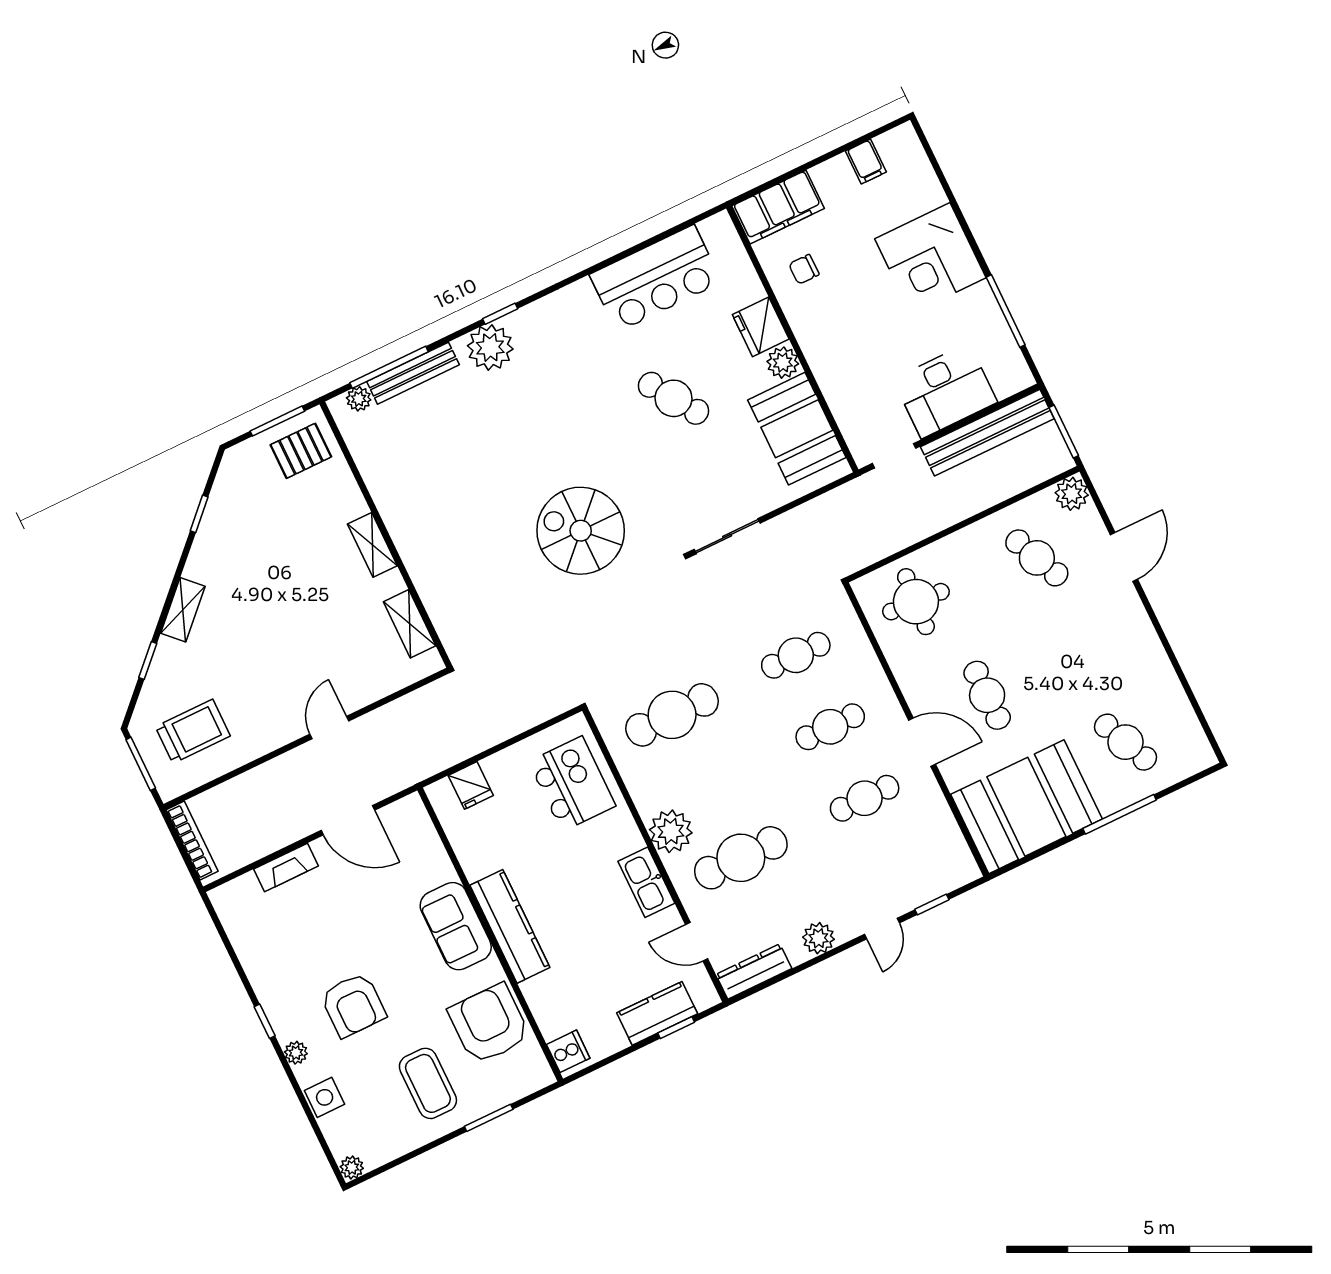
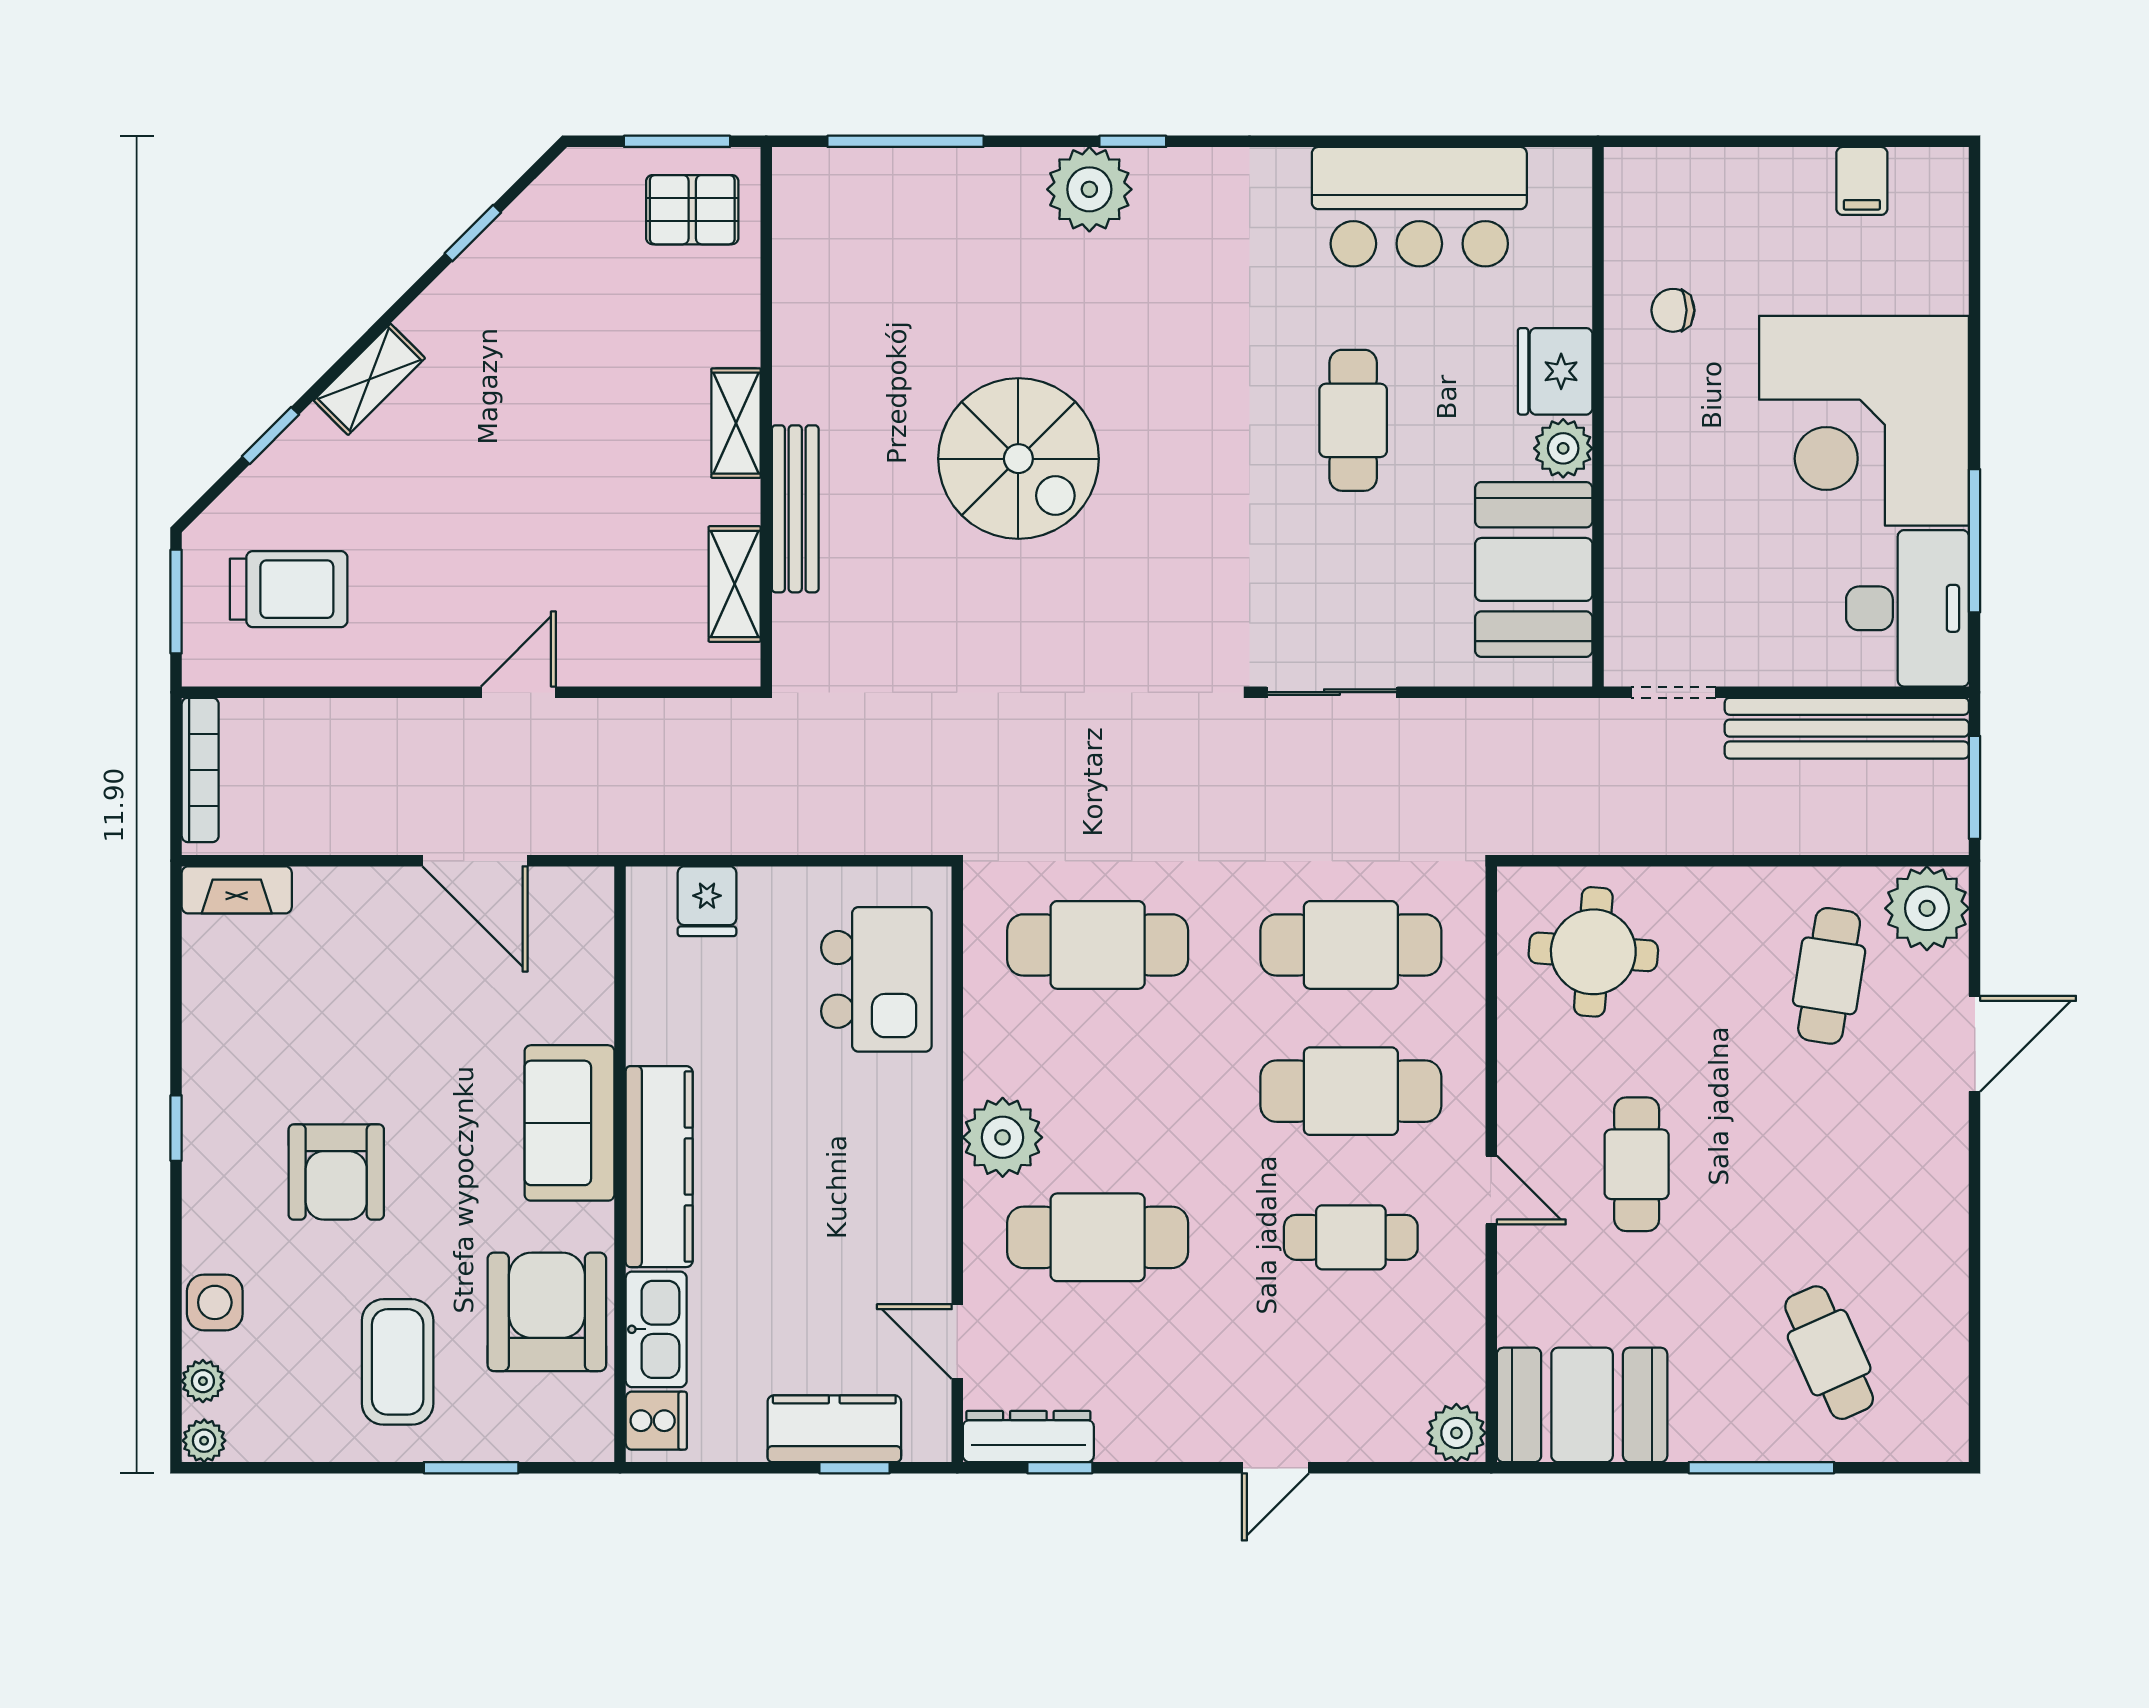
filing cabinet: (778, 207) -> (1680, 186), removed
corner desk: (930, 258) -> (1864, 421), width x1.36, depth x1.36
bench: (413, 373) -> (795, 509), moved, turned 90
desk: (945, 391) -> (1908, 608), moved, turned -90
cafe table: (673, 398) -> (1353, 420), turned 34
plant: (359, 399) -> (830, 170), removed
plant: (1072, 494) -> (1927, 908), width x1.36, depth x1.36
spiral stairs: (581, 531) -> (1018, 459), moved, turned 180
cafe table: (1037, 558) -> (1829, 976), turned 33
cafe table: (796, 655) -> (1351, 945), width x1.37, depth x1.35
cafe table: (830, 727) -> (1351, 1091), width x1.37, depth x1.35
door: (922, 742) -> (1491, 1190), width x0.73
booth: (1026, 807) -> (1582, 1405), width x0.73, depth x0.70
fireplace: (286, 868) -> (237, 890), moved
kitchen sink: (646, 882) -> (656, 1329), moved, turned 180
window: (932, 905) -> (1060, 1468), moved
plant: (819, 938) -> (1456, 1433), moved
plant: (296, 1053) -> (203, 1381), moved

